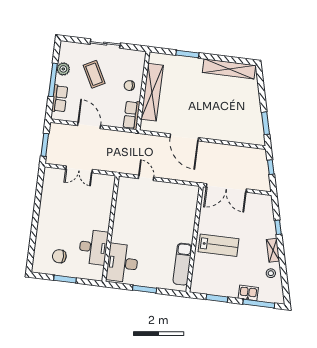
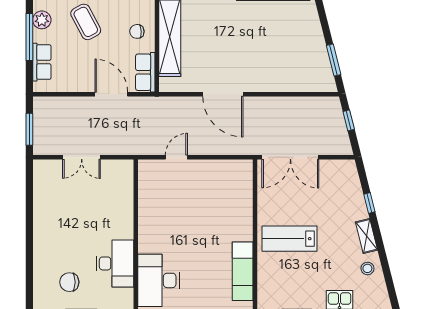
door: (89, 125) -> (111, 94), moved
door: (146, 178) -> (176, 157), hinge flipped
lab bench: (218, 245) -> (289, 239), turned 180

